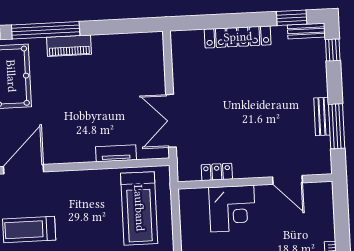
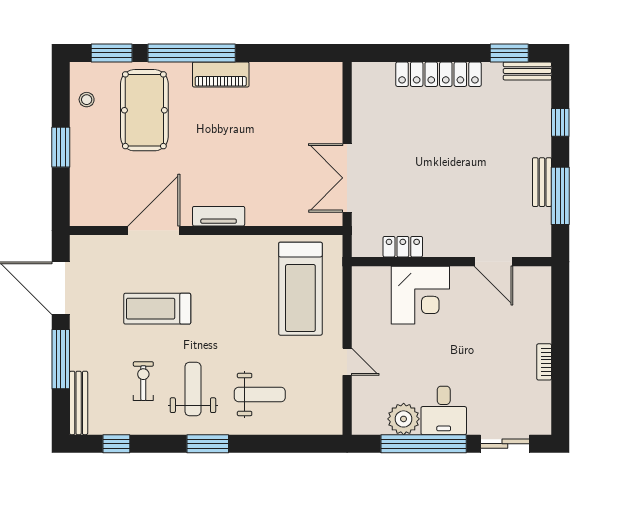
window: (333, 50) -> (560, 122), moved
tv unit: (116, 153) -> (219, 216), moved

